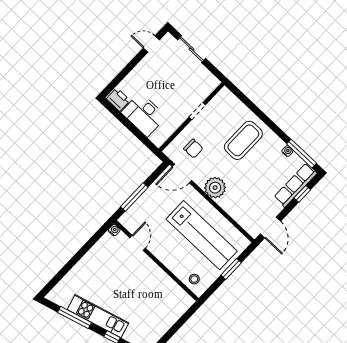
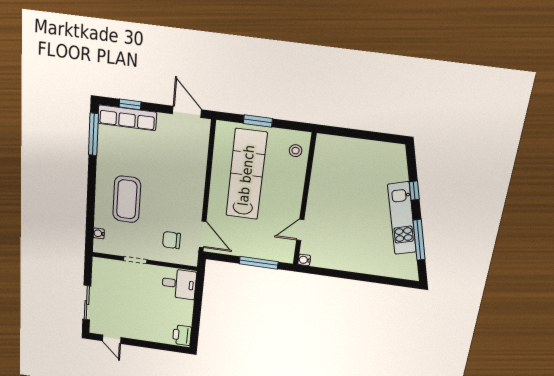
desk: (144, 115) -> (179, 284), moved, width x0.73
coffee table: (243, 140) -> (127, 199), turned 90
chair: (193, 149) -> (171, 240), turned -90
water cooler: (287, 151) -> (99, 233), moved
plant: (215, 188) -> (191, 194), removed
door: (270, 227) -> (187, 112), hinge flipped

